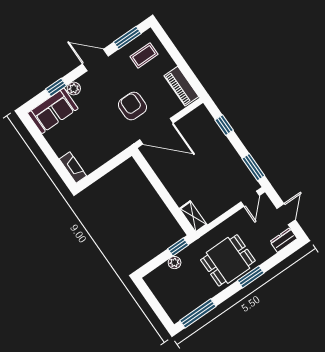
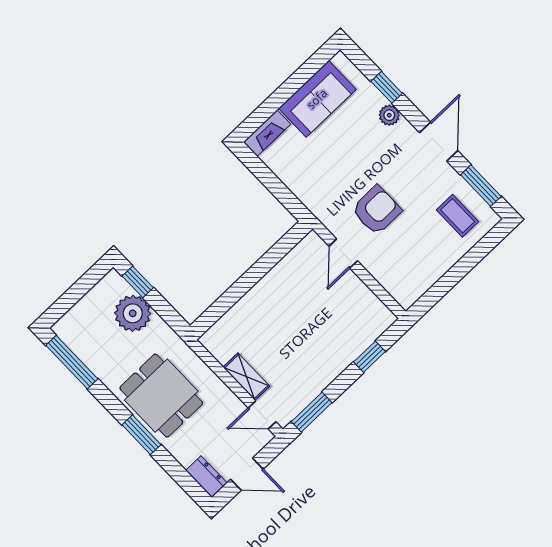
piano: (181, 86) -> (419, 281), removed
sofa: (53, 111) -> (317, 99), moved, turned -90
door: (156, 131) -> (343, 253), width x0.53
shelving: (193, 217) -> (246, 377), moved, turned 90
window: (178, 247) -> (138, 282), moved
plant: (175, 263) -> (133, 313), width x1.88, depth x1.88

